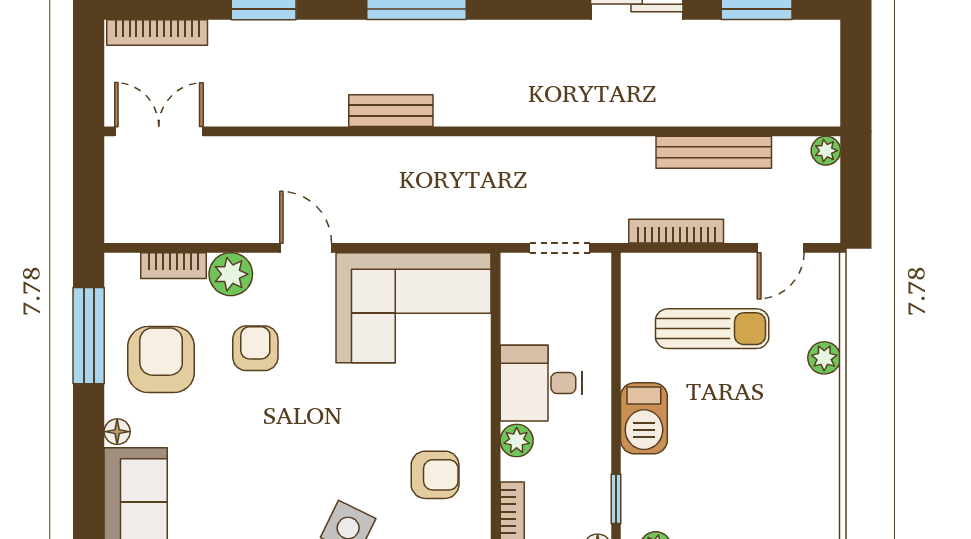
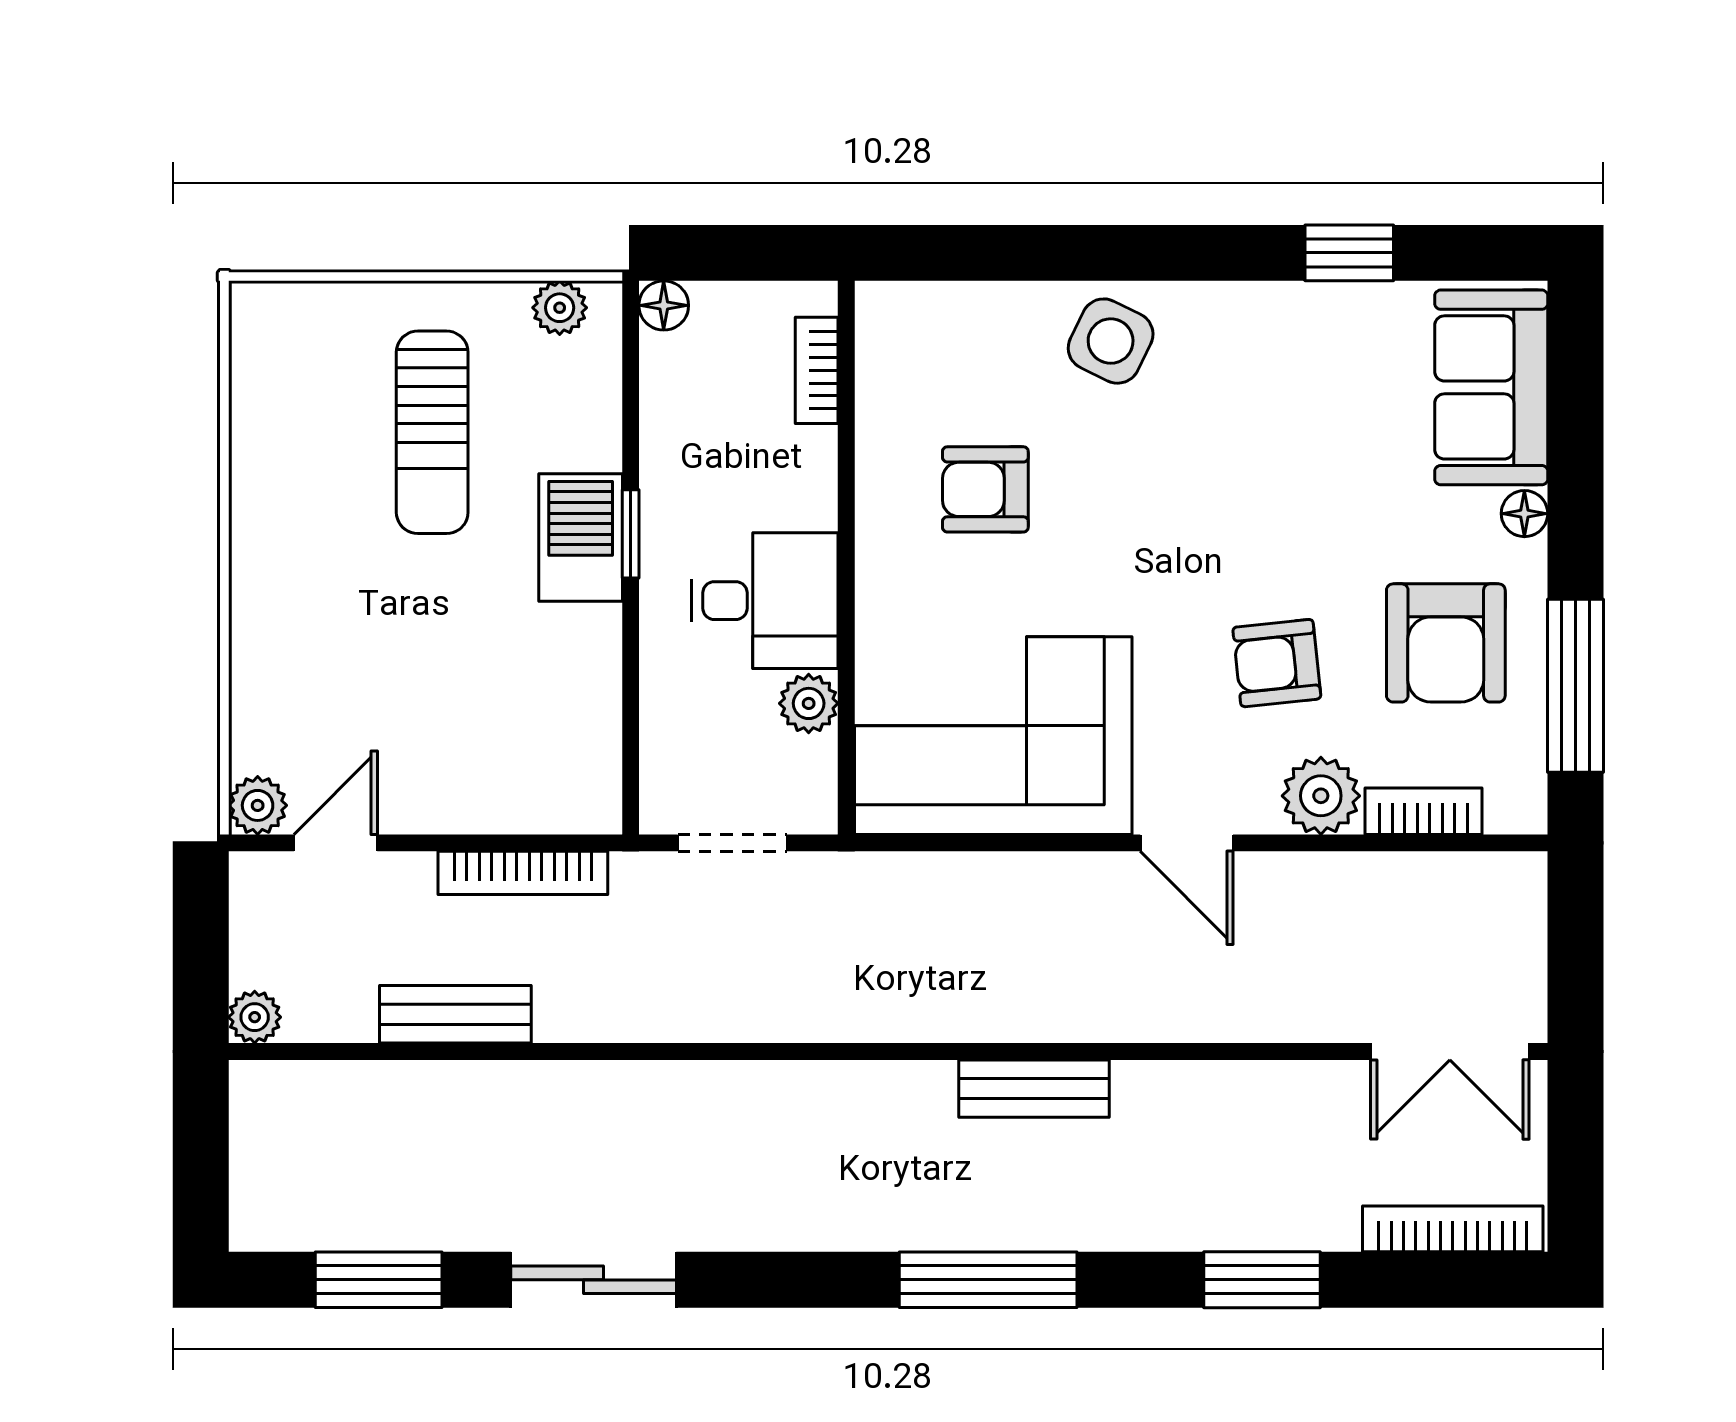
bench: (714, 152) -> (455, 1014), width x0.73
sun lounger: (712, 329) -> (432, 432), moved, turned -90
armchair: (255, 348) -> (1277, 663), turned 84
plant: (824, 358) -> (258, 805), moved
plant: (517, 441) -> (809, 703), moved
armchair: (435, 475) -> (985, 489), moved
window: (616, 499) -> (631, 534), moved

